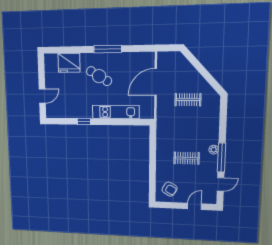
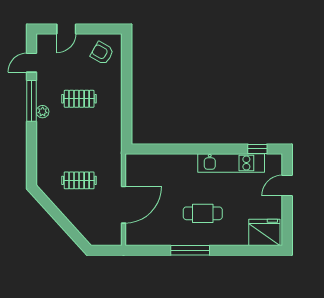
fridge: (69, 63) -> (264, 232), moved
cafe table: (99, 76) -> (203, 213), turned -31
kitchen unit: (116, 112) -> (231, 163), moved
window: (84, 122) -> (257, 149), moved

